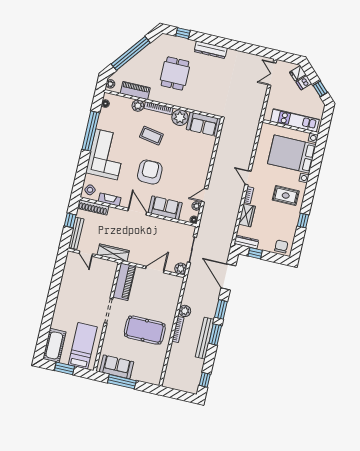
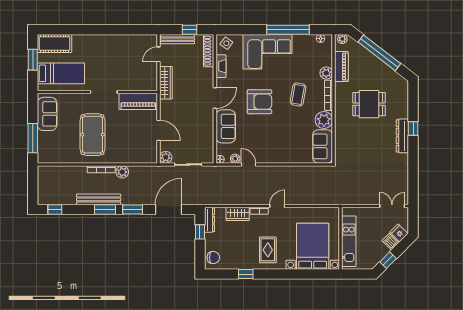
window: (183, 33) -> (413, 129), moved
window: (122, 382) -> (33, 138), moved

